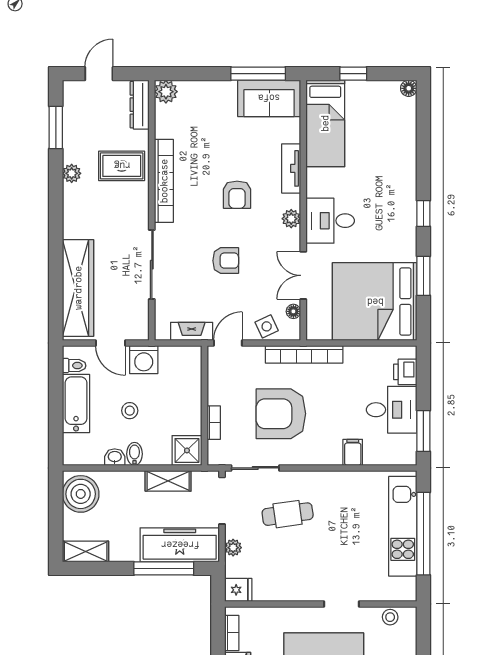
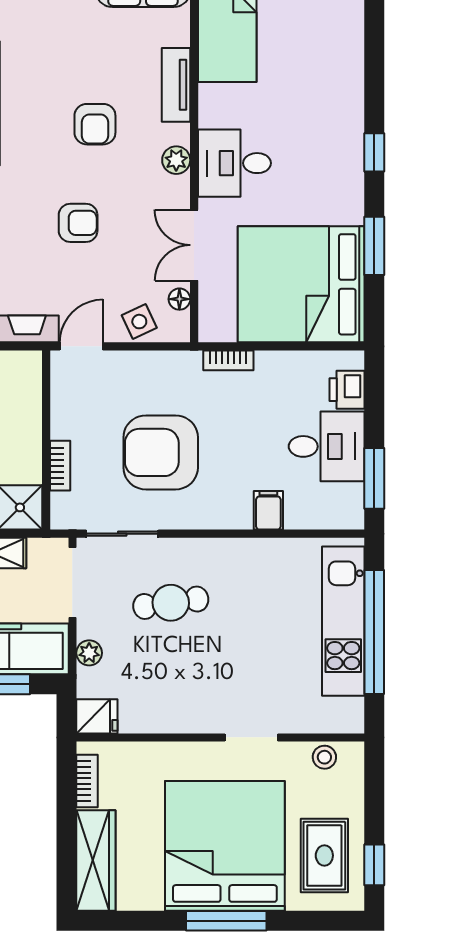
bookcase: (304, 354) -> (228, 360), width x0.43, depth x0.76

